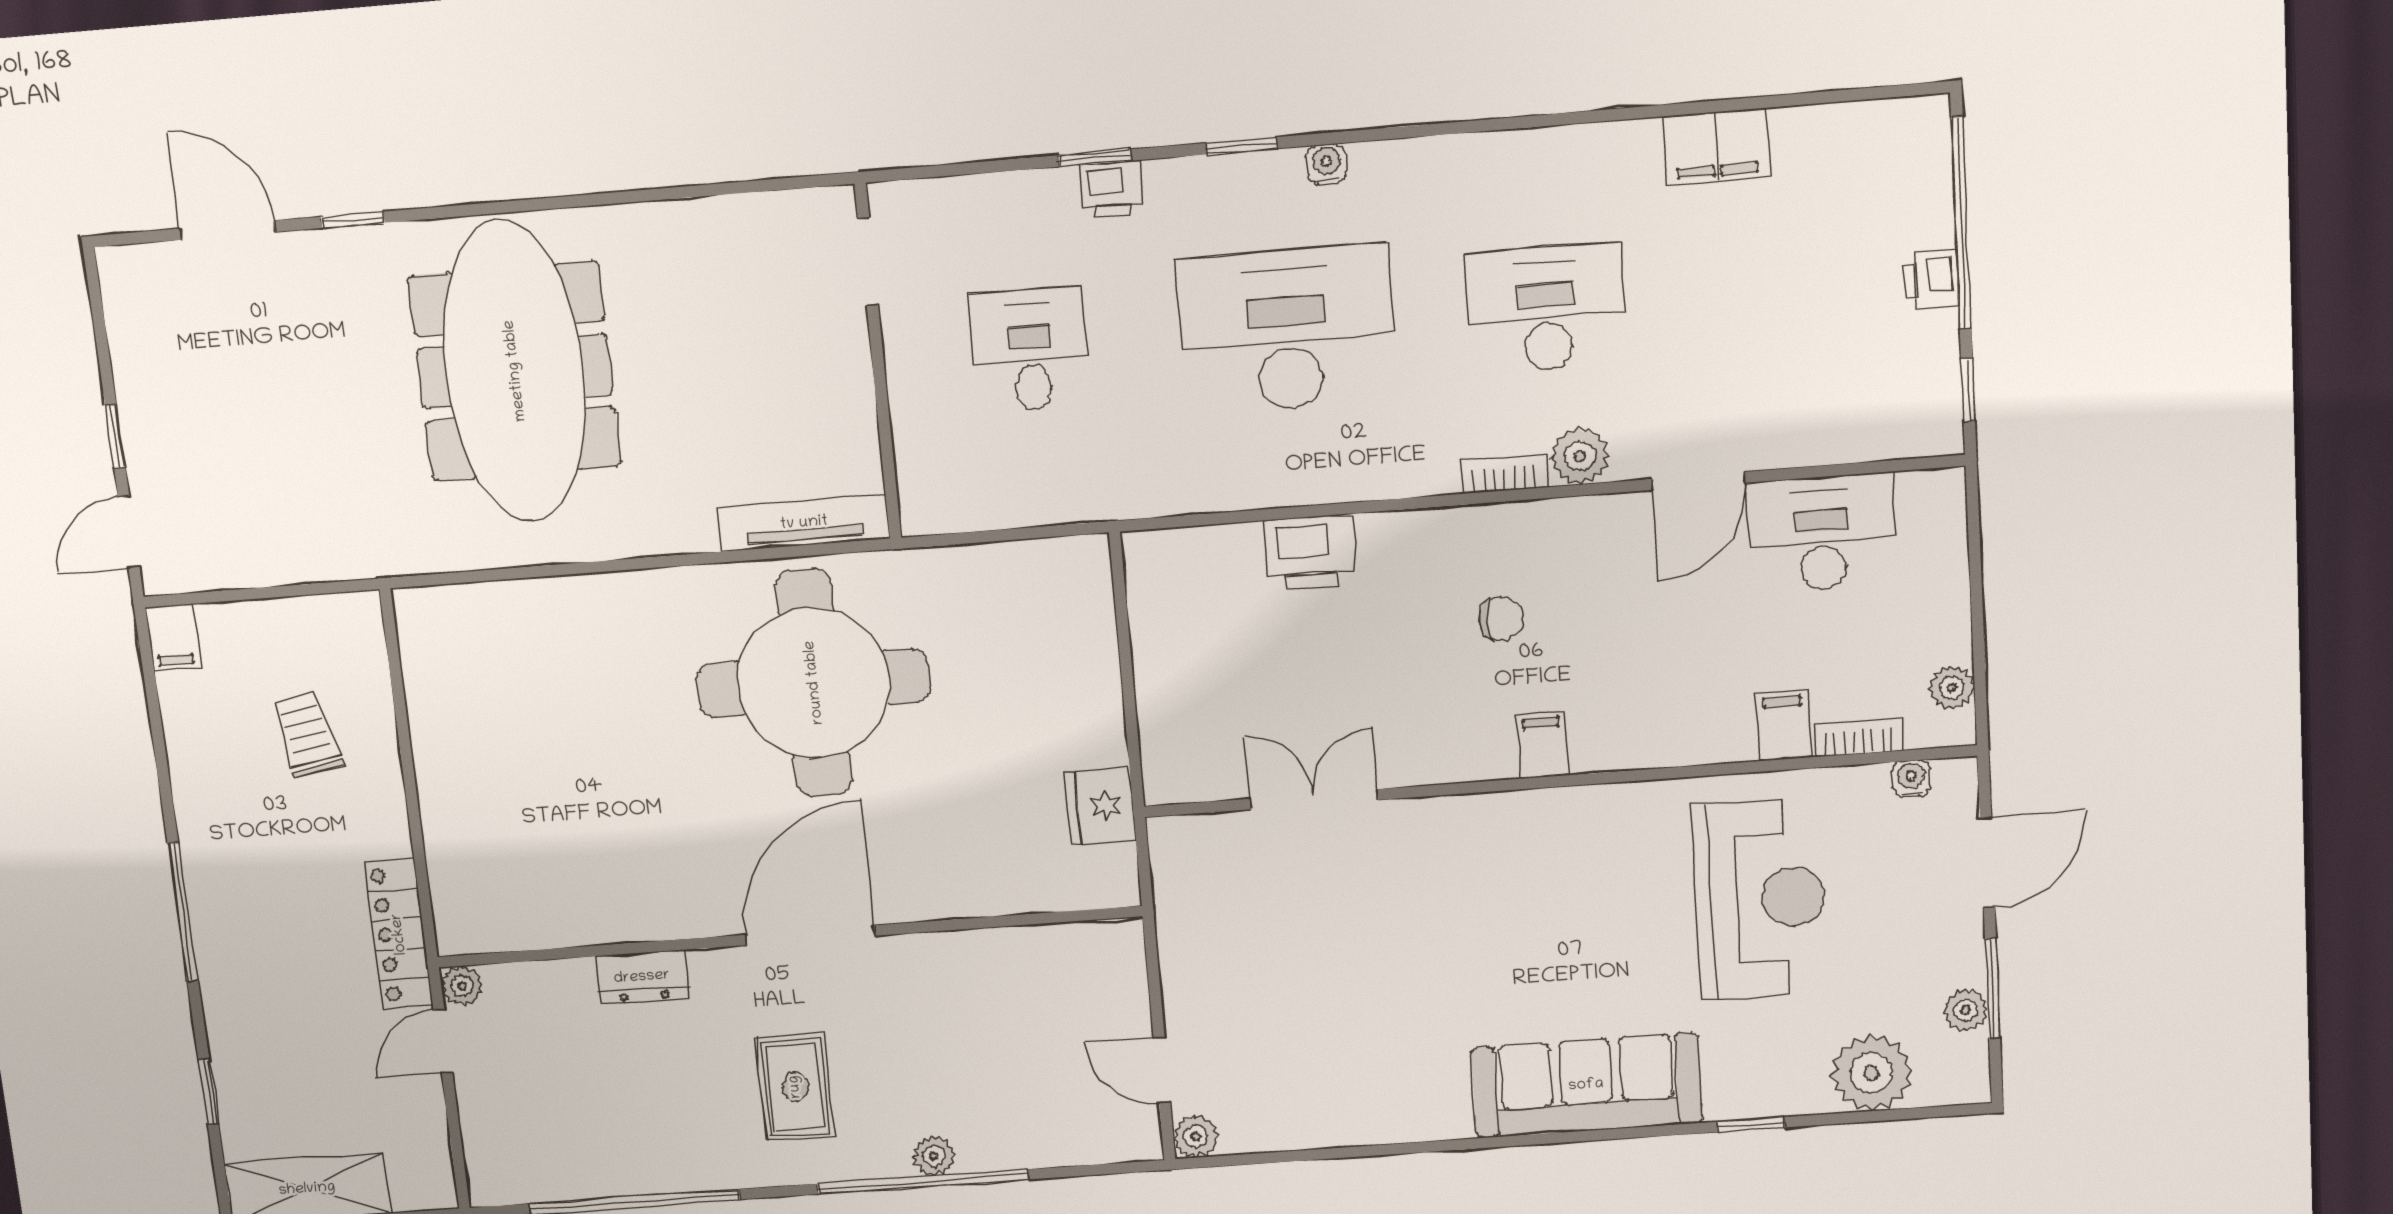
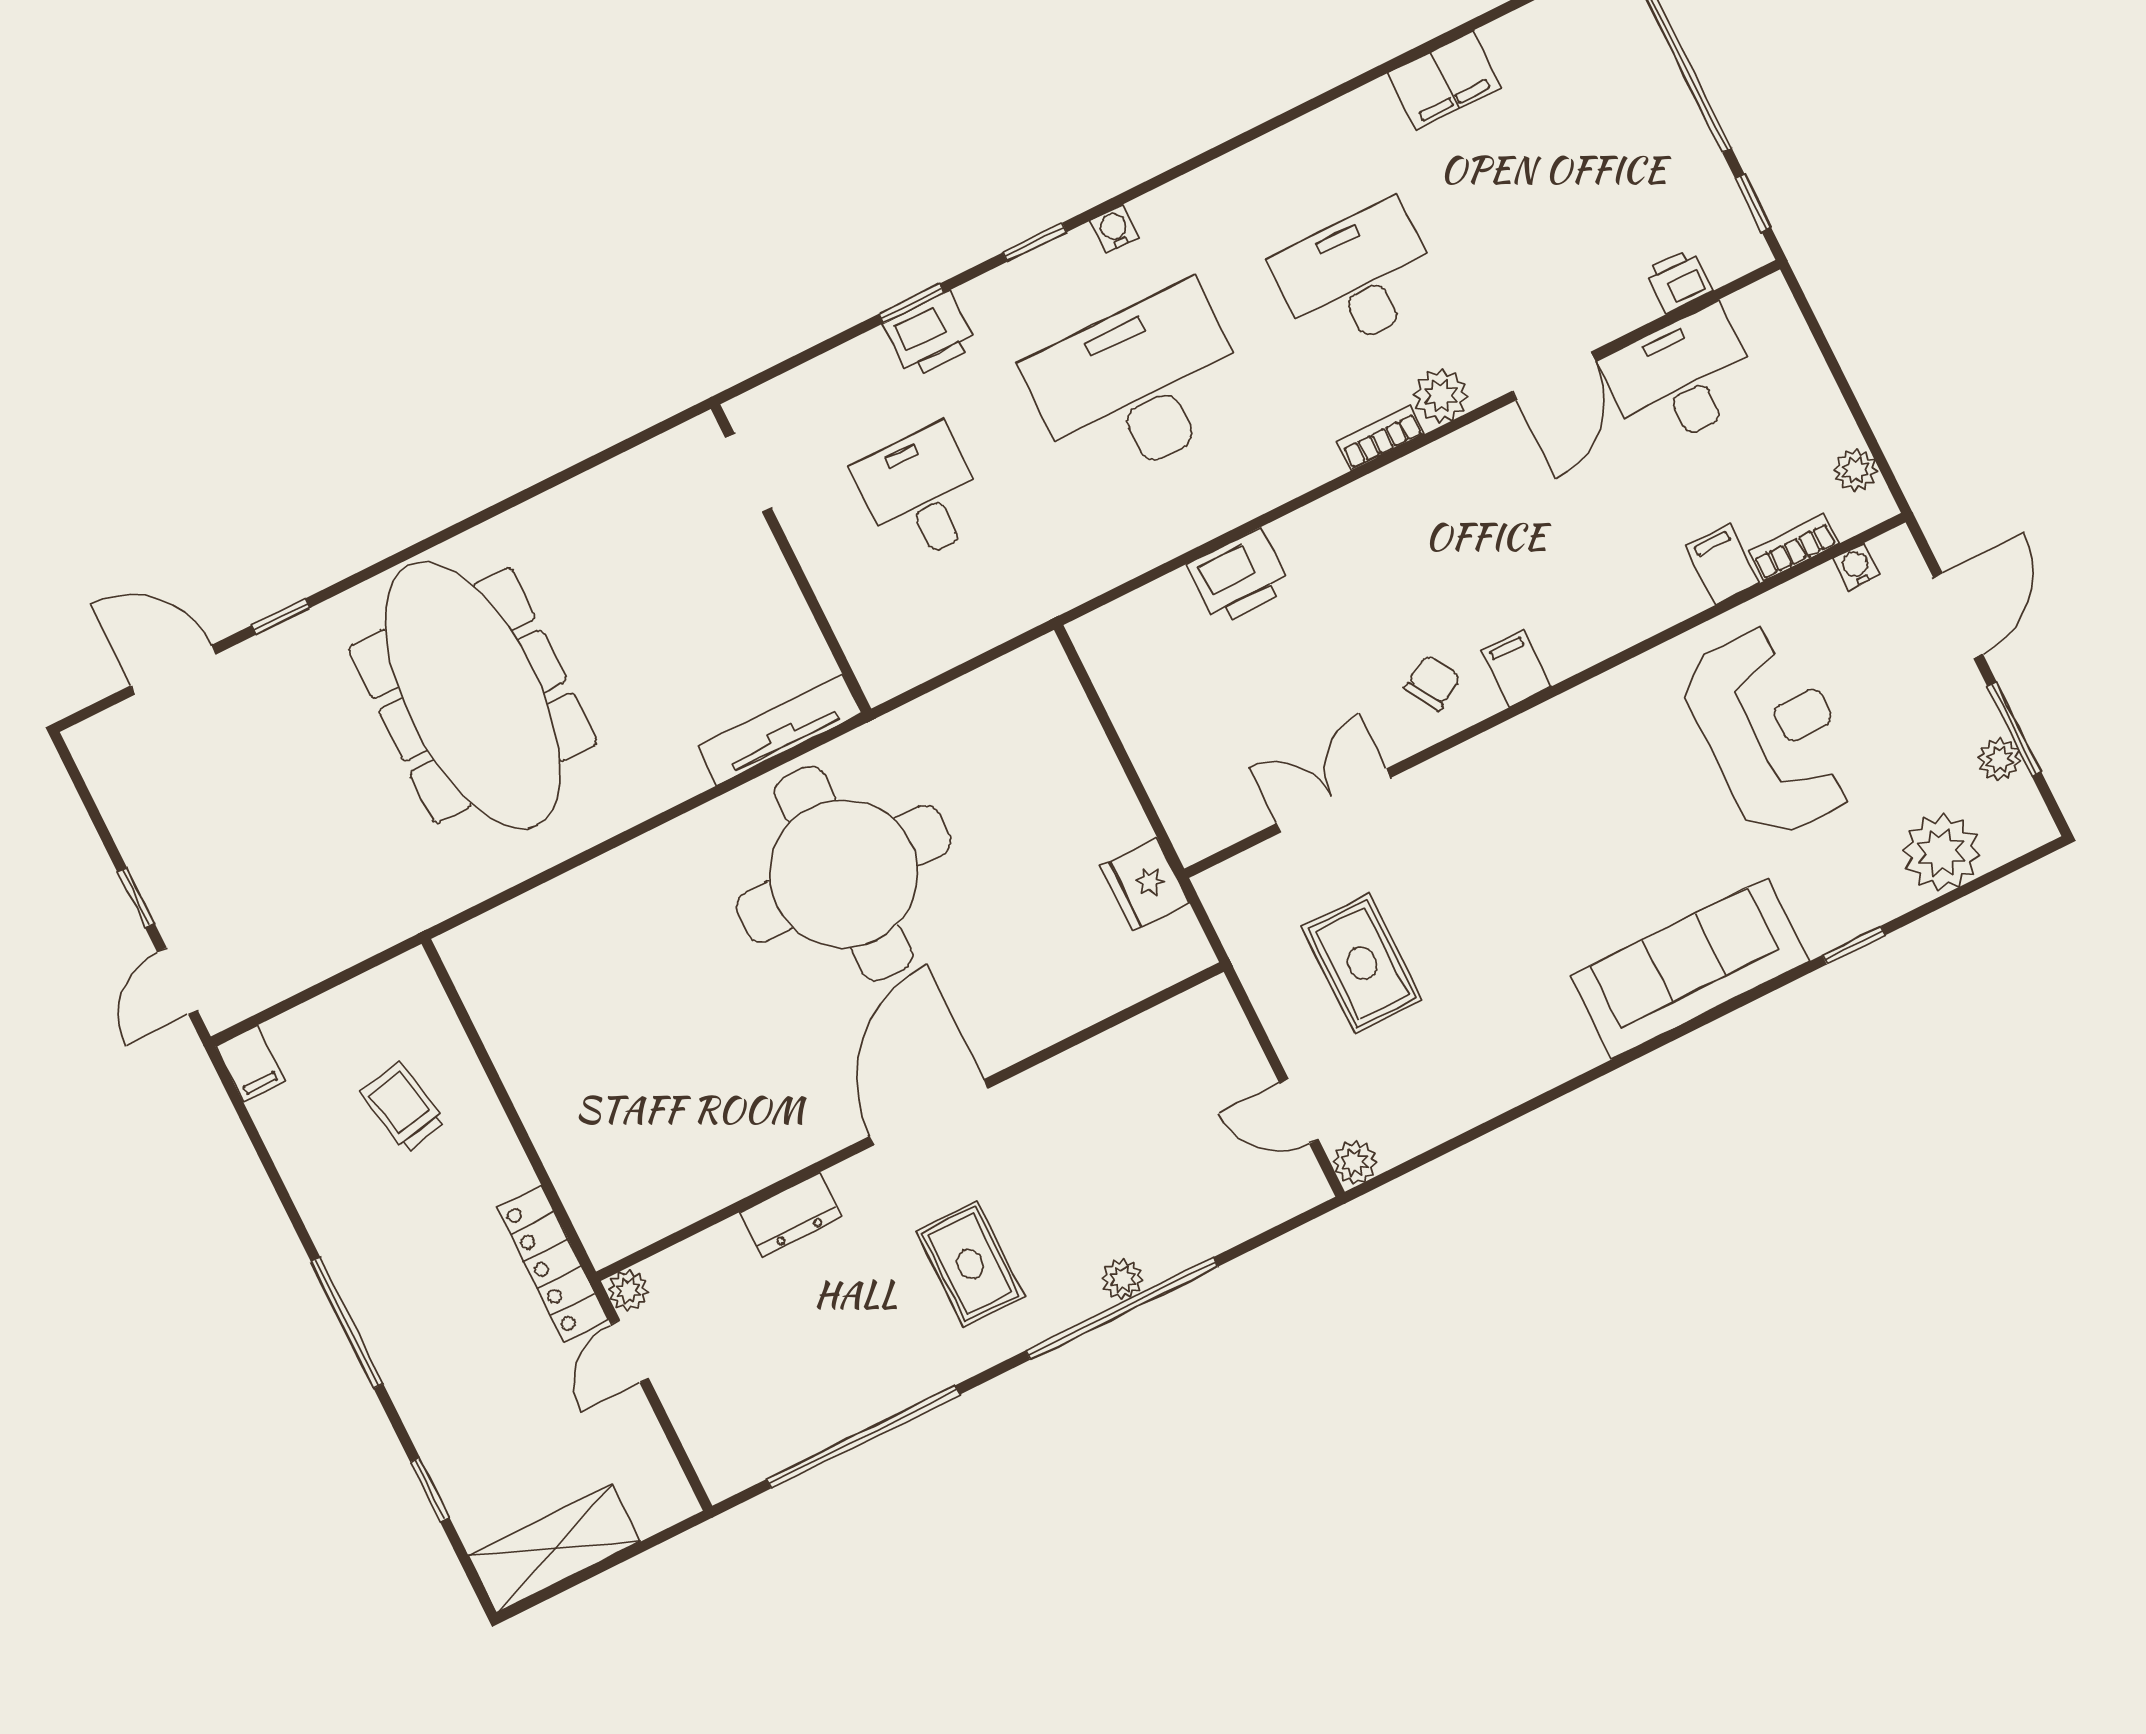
printer: (1111, 189) -> (930, 335), width x1.36, depth x1.24
printer: (1932, 280) -> (1678, 281), moved, turned 90
chair: (1501, 619) -> (1432, 683), moved, turned -31
rug: (1278, 960) -> (1362, 963), added

